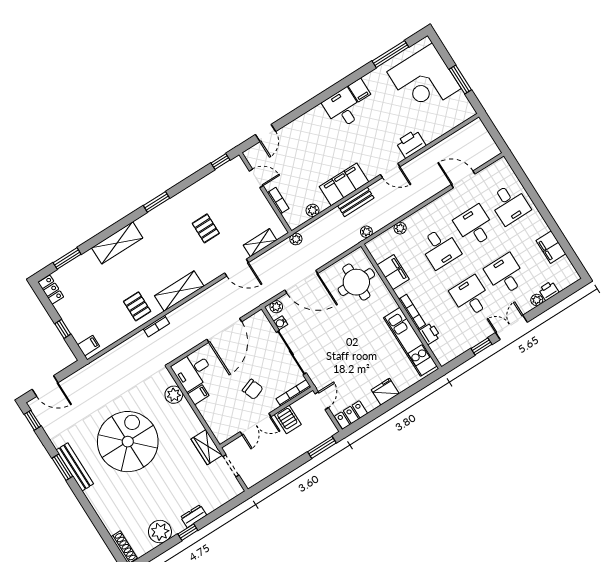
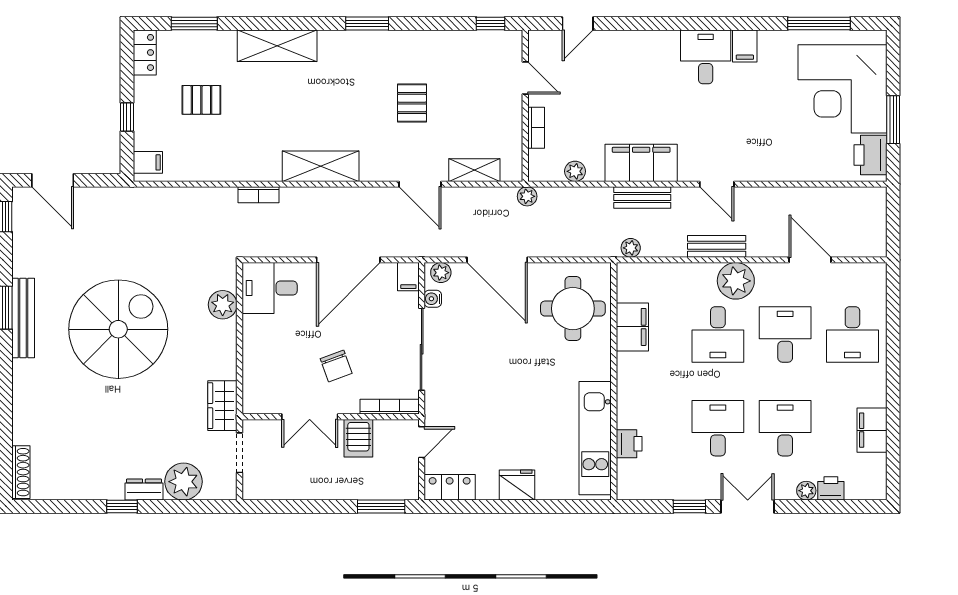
printer: (411, 144) -> (870, 155), moved, turned -90
bench: (410, 203) -> (717, 246), added
plant: (400, 228) -> (736, 281), moved, width x1.88, depth x1.88
pallet: (137, 306) -> (201, 100), moved, turned 90
bookcase: (412, 312) -> (624, 398), removed
filing cabinet: (198, 395) -> (408, 277), moved, turned 90
plant: (160, 532) -> (183, 482), moved

